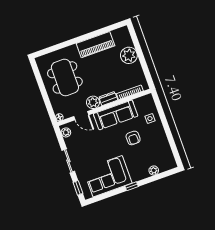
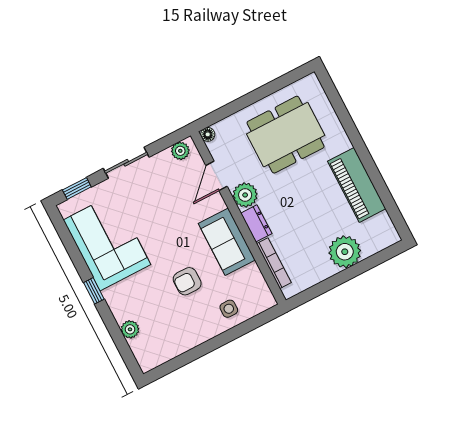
sofa: (116, 115) -> (227, 242), width x0.73

